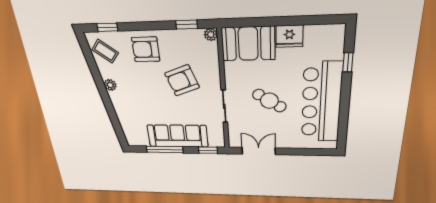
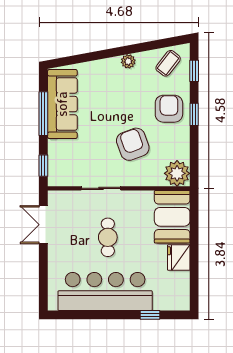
window: (187, 25) -> (194, 114), moved
plant: (211, 34) -> (177, 173), width x1.87, depth x1.87
cafe table: (269, 101) -> (108, 237), turned -33
sofa: (178, 136) -> (62, 104), moved
double door: (259, 151) -> (43, 225), swing flipped

